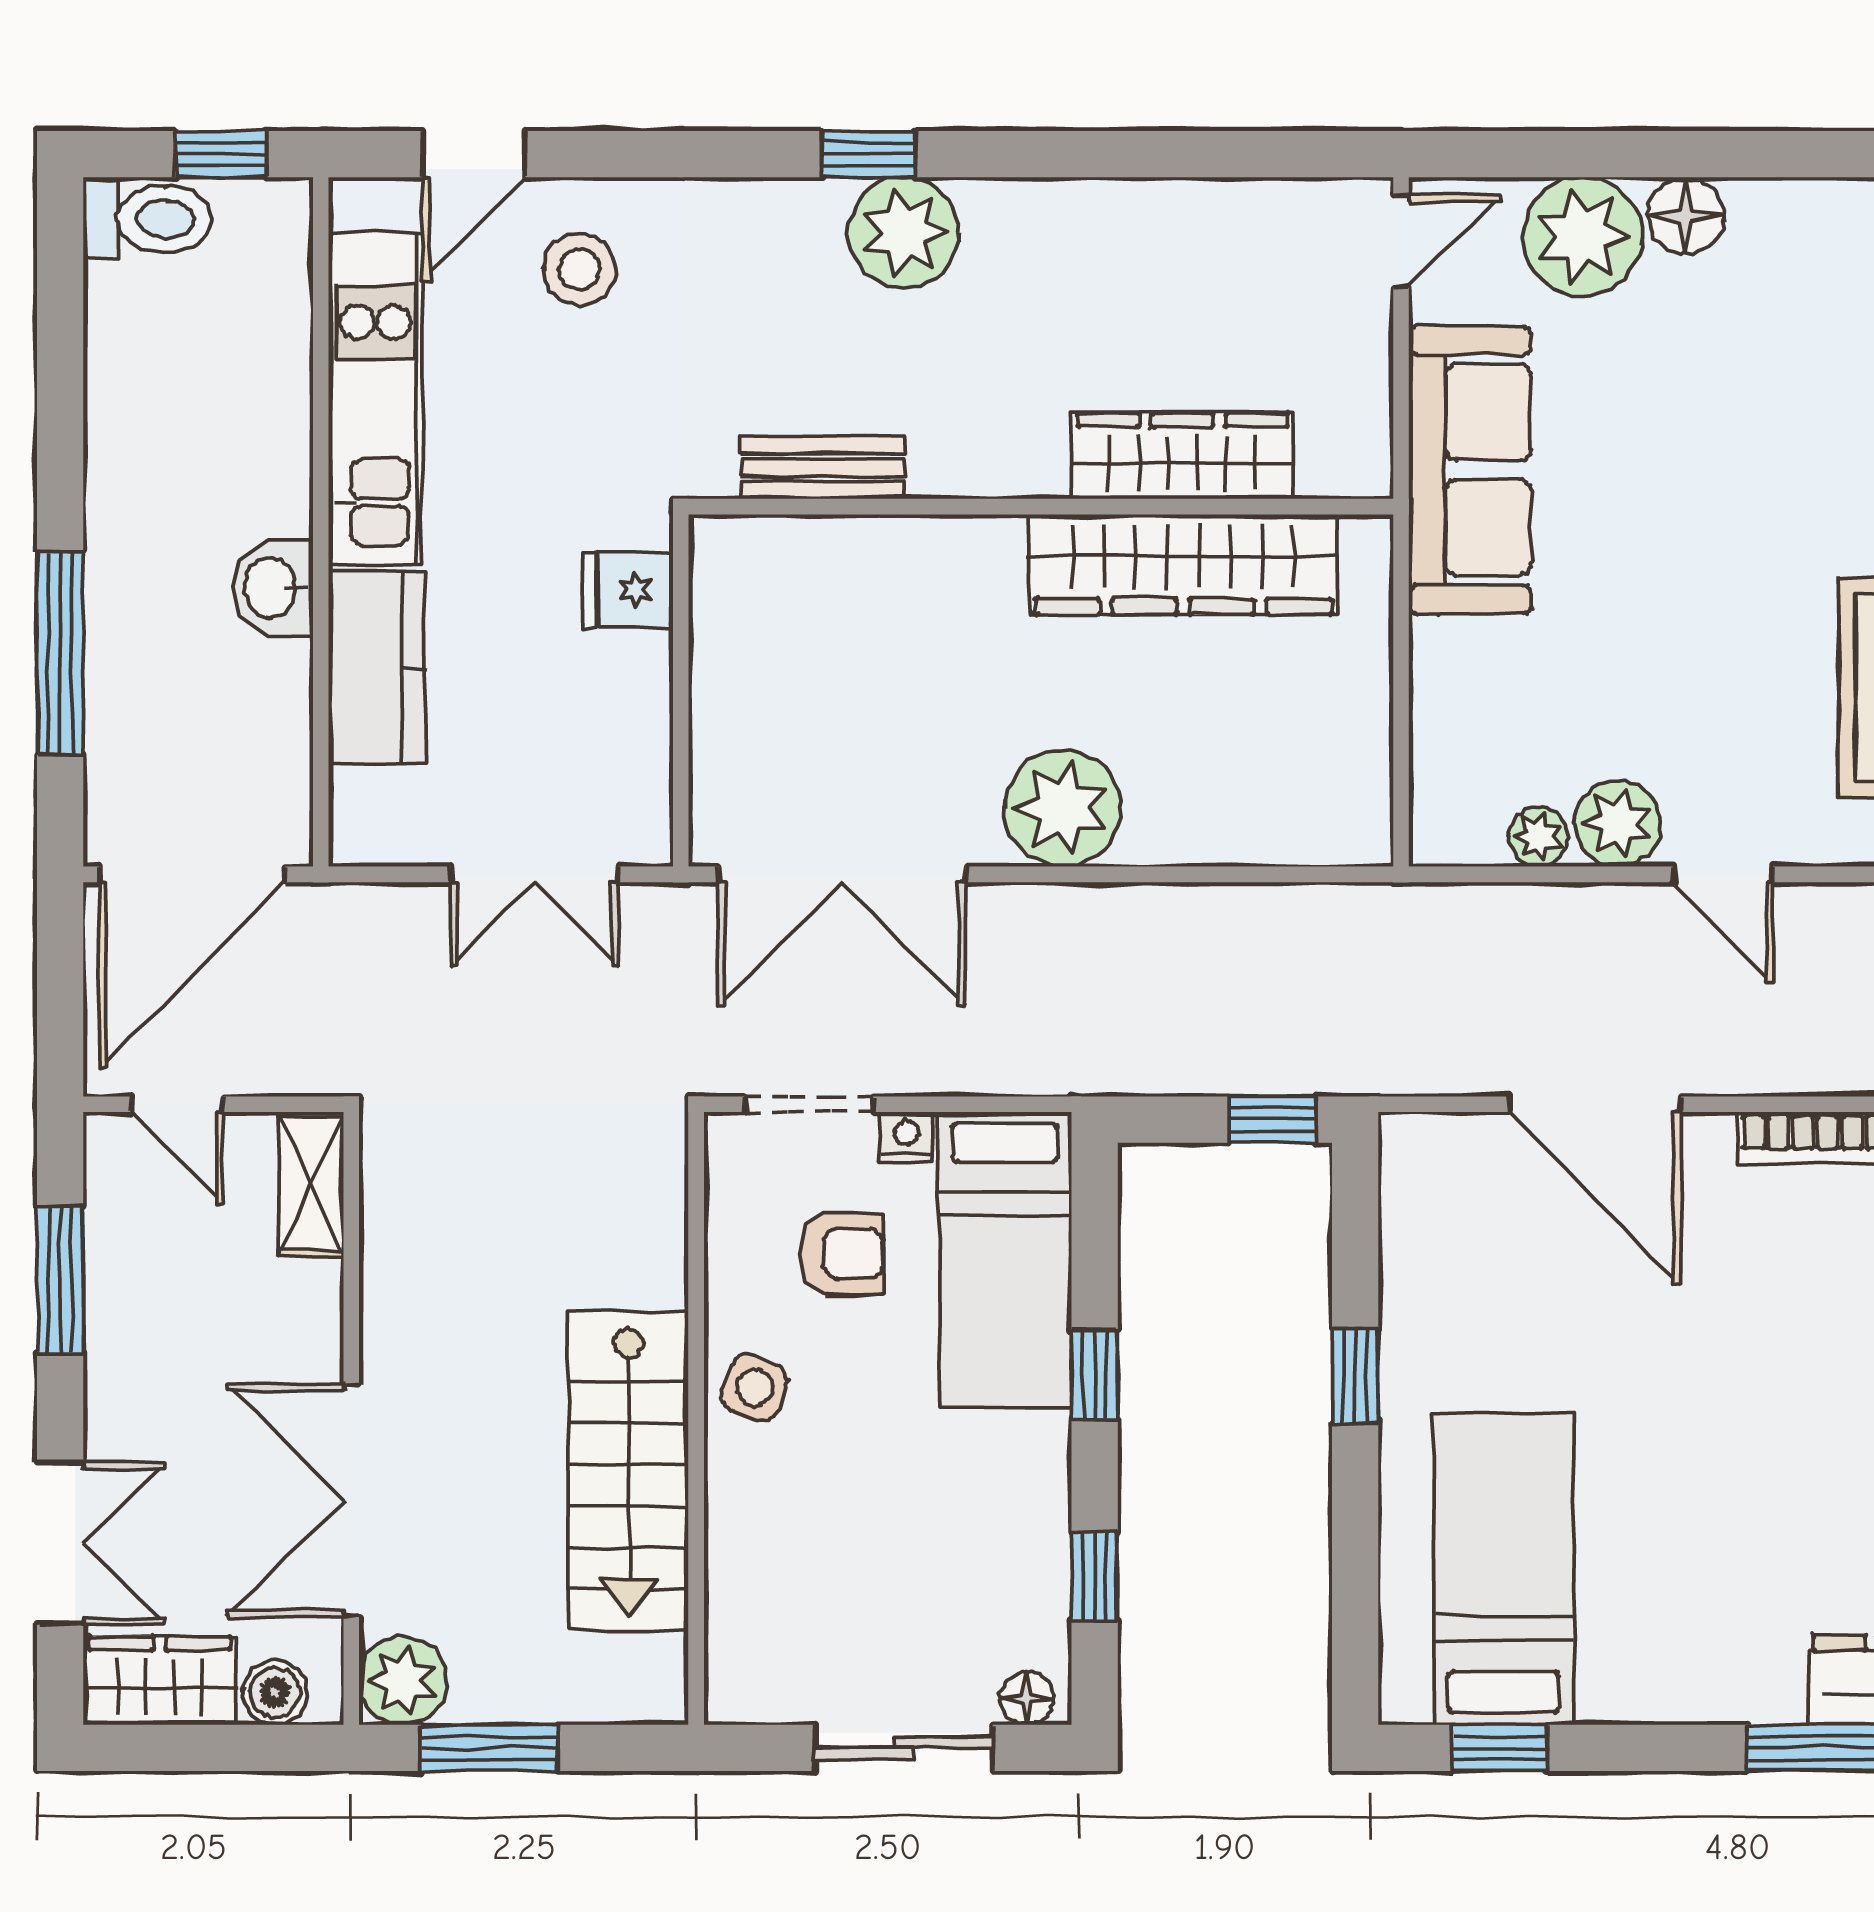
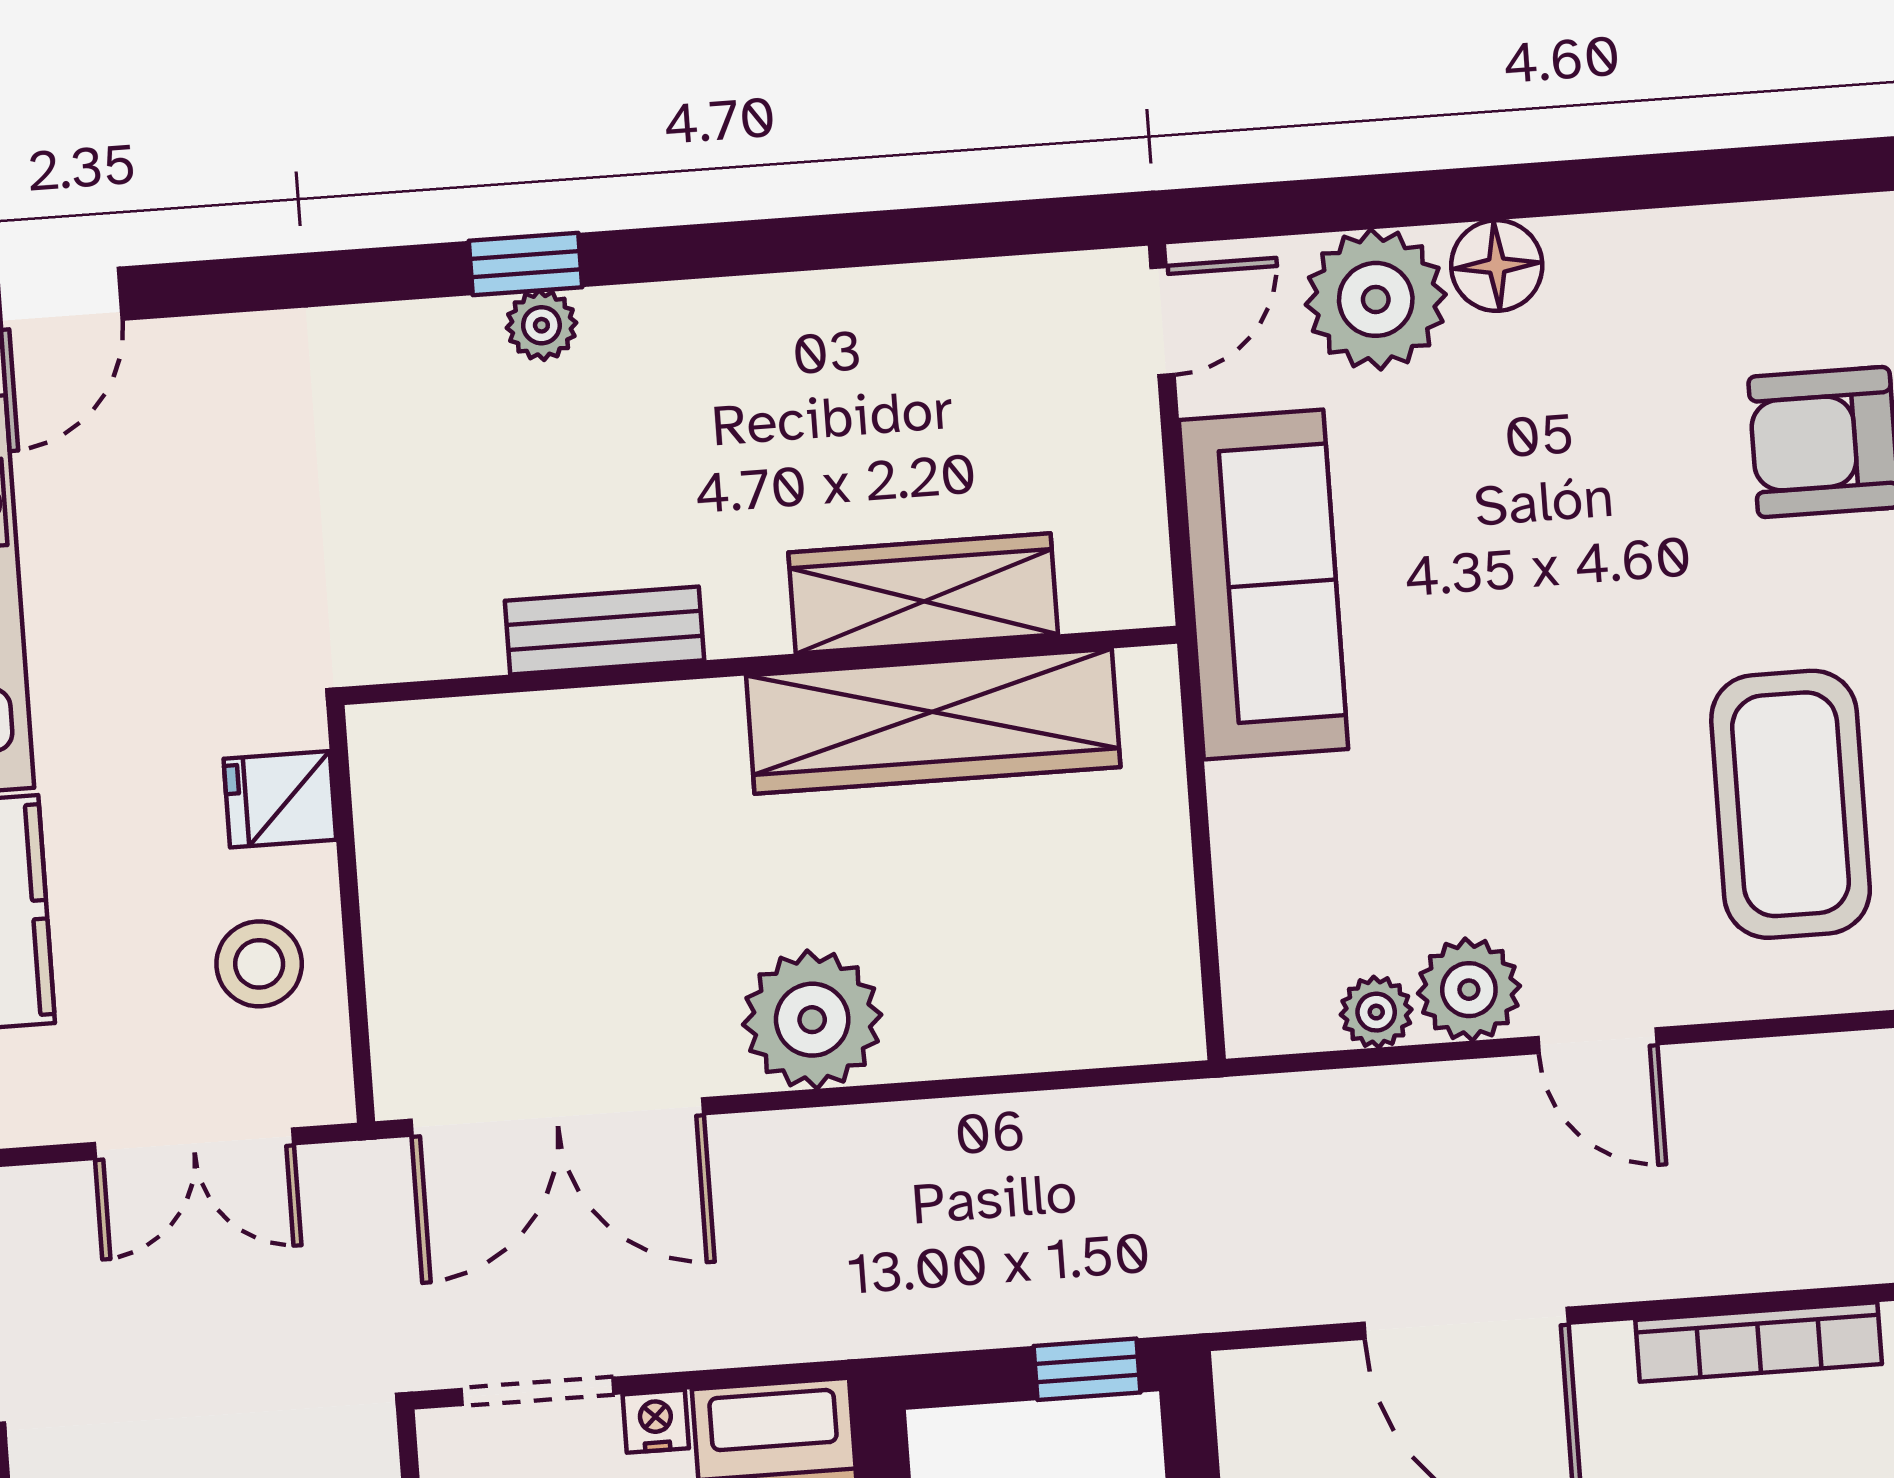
plant: (904, 233) -> (541, 325), width x0.53, depth x0.53
stool: (579, 269) -> (259, 964), moved
bench: (823, 468) -> (604, 630), moved

